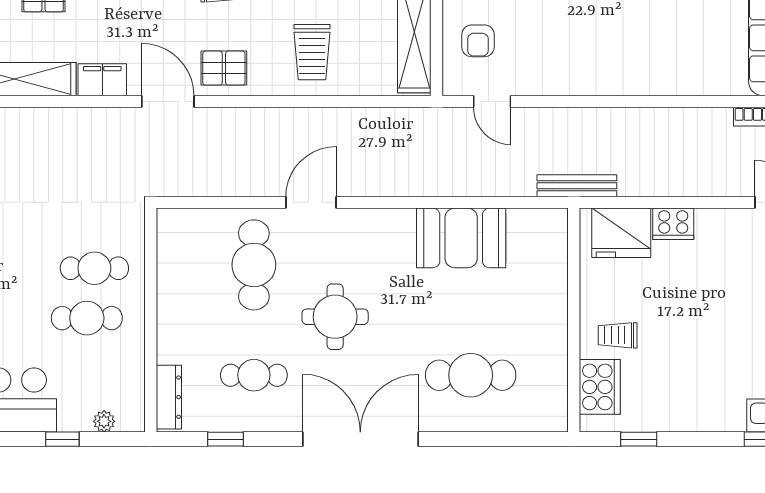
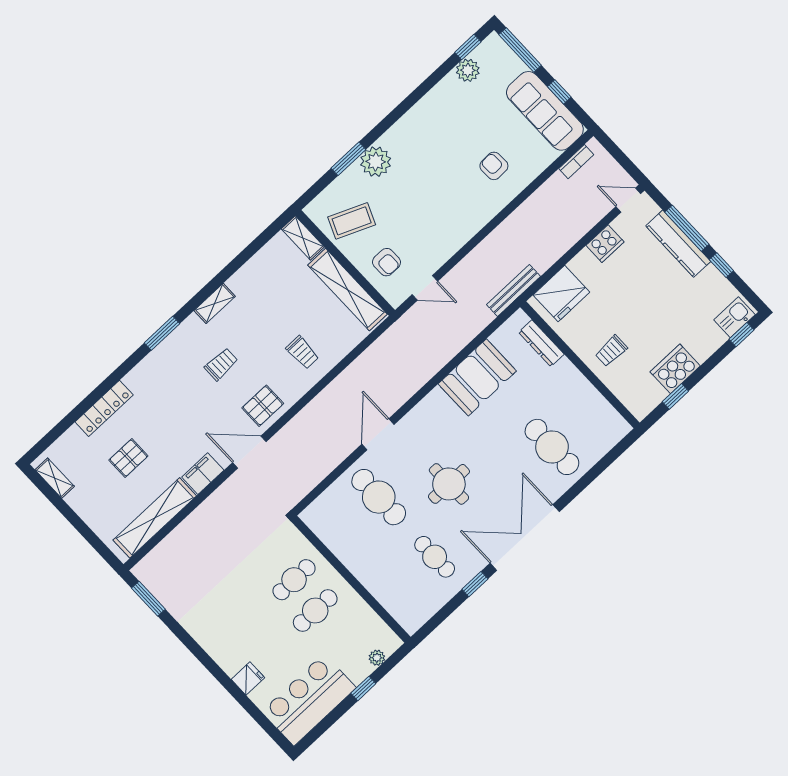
armchair: (672, 45) -> (494, 166), added
trolley: (312, 52) -> (302, 352), width x0.73, depth x0.72
cooker: (673, 224) -> (605, 244), moved
cafe table: (254, 375) -> (435, 557), turned 90
cafe table: (471, 375) -> (552, 447), turned 90
cooker: (600, 387) -> (675, 369), moved, turned -90
dresser: (169, 397) -> (541, 343), moved, turned 180
window: (225, 439) -> (475, 584), moved

